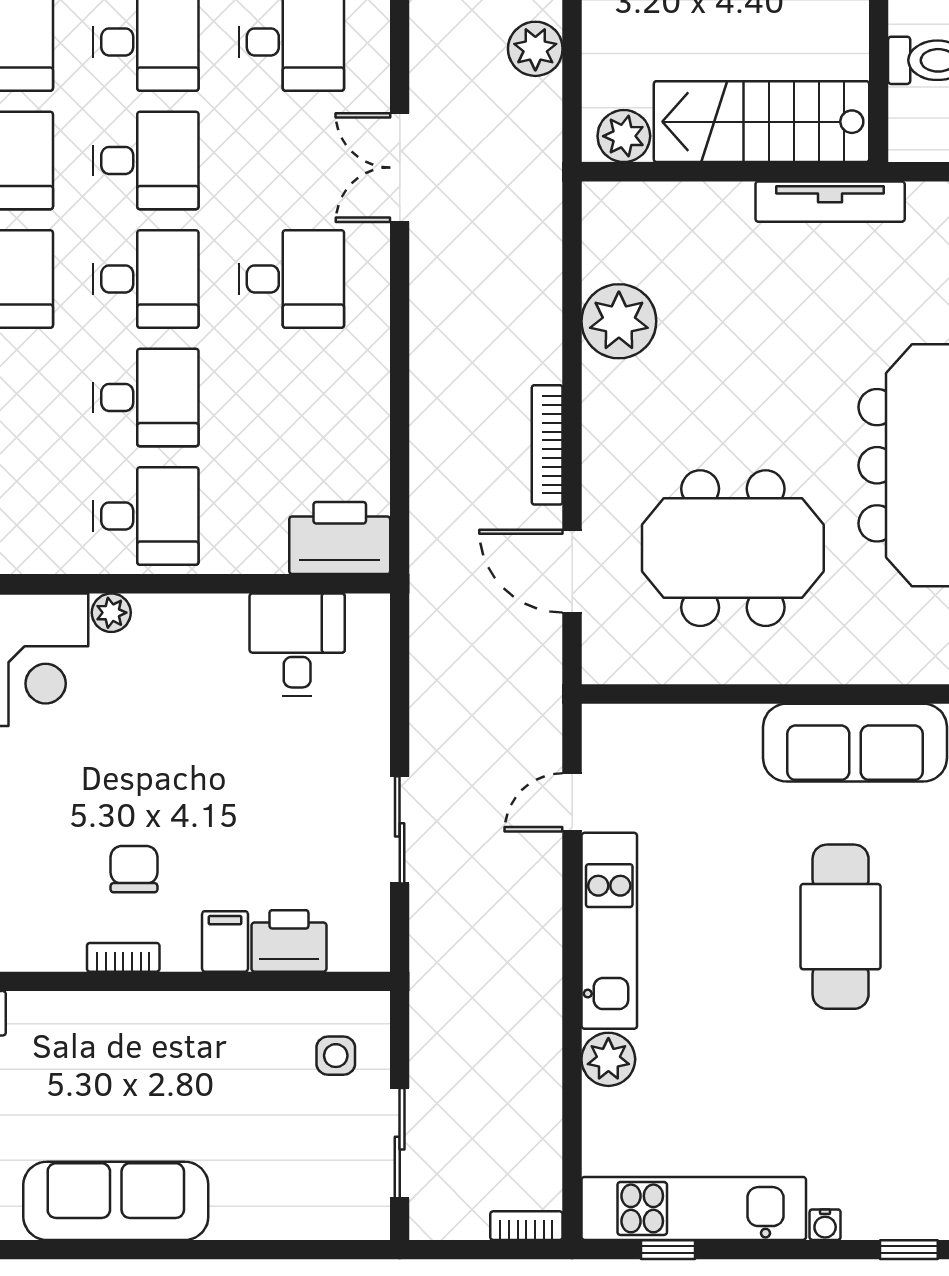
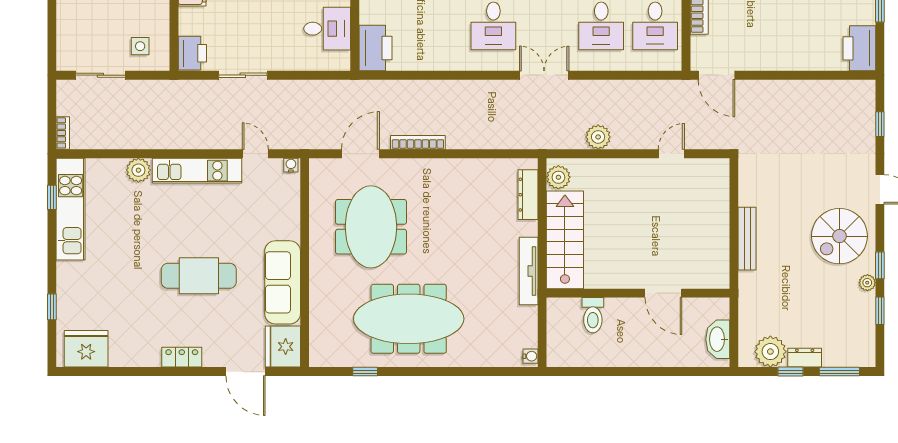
dresser: (662, 203) -> (528, 195), added
plant: (619, 321) -> (474, 175), removed
printer: (289, 941) -> (192, 53), moved
water cooler: (825, 1225) -> (291, 165), moved, turned 90

